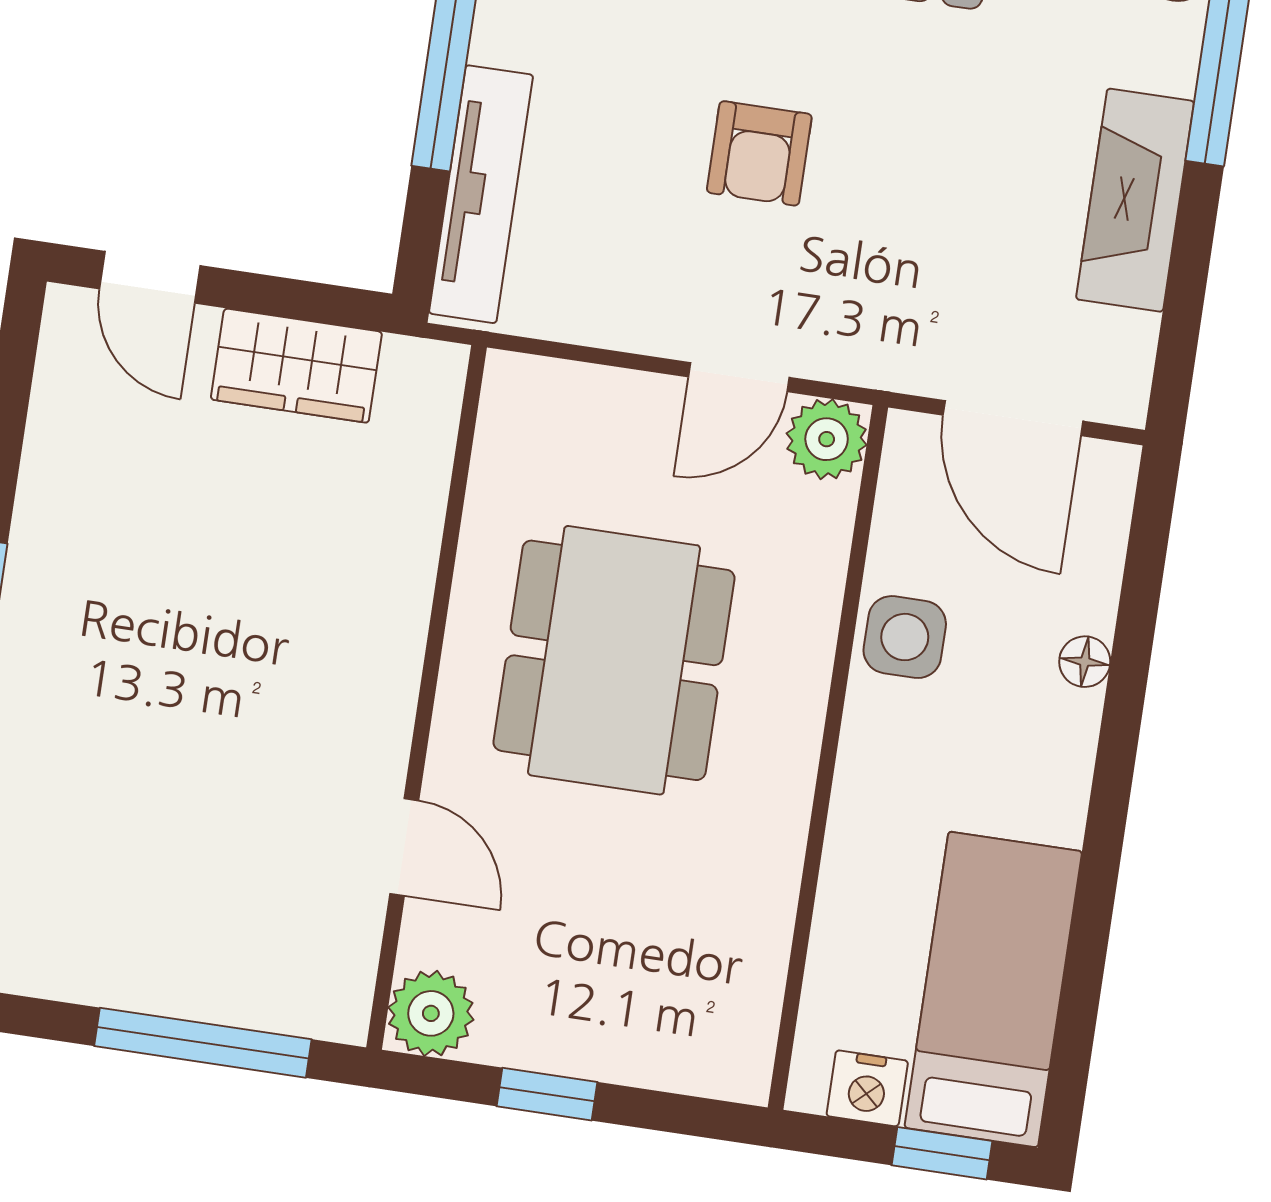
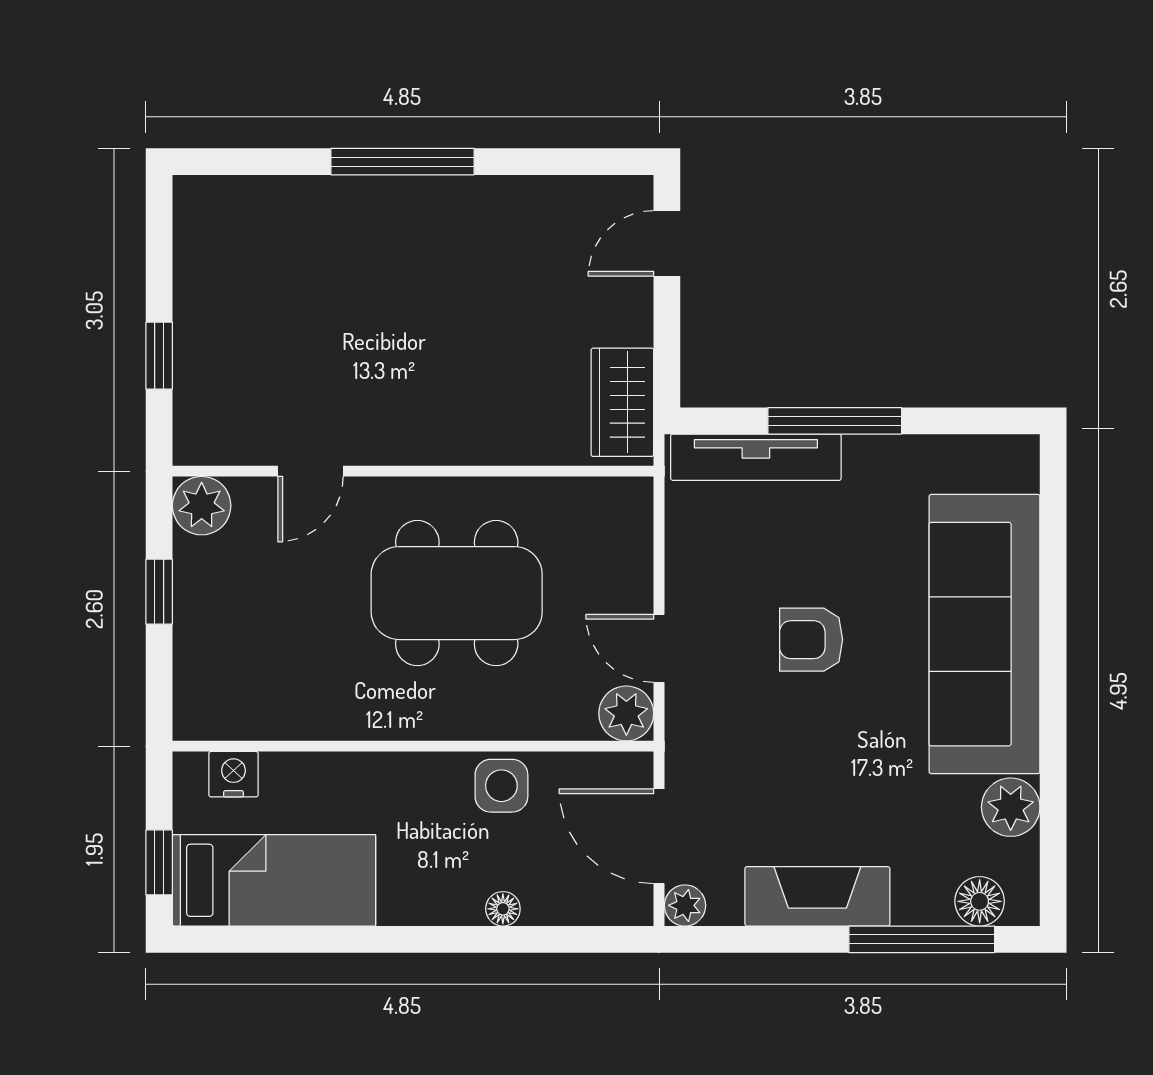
wardrobe: (296, 366) -> (622, 402), moved
plant: (1120, 395) -> (685, 905), added
door: (1013, 418) -> (659, 836), hinge flipped
window: (203, 1043) -> (159, 356), width x0.46
nightstand: (867, 1088) -> (234, 774), moved, turned 90

